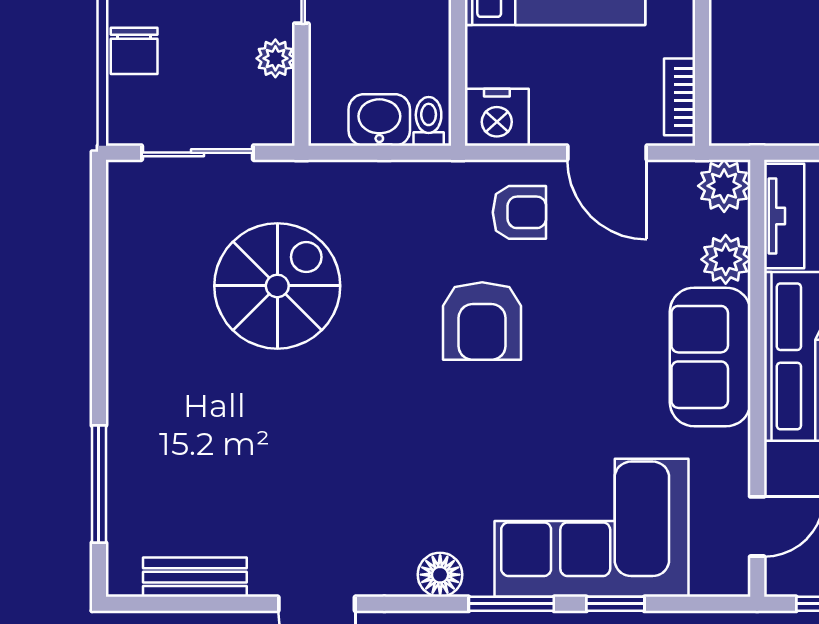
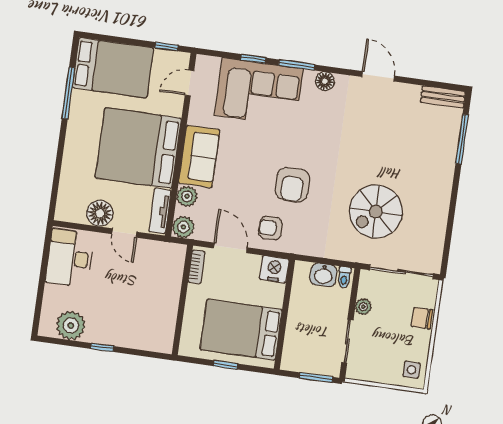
chair: (134, 51) -> (422, 318), turned -90
toilet: (429, 121) -> (344, 277), moved
sliding door: (198, 153) -> (401, 272), width x1.37
armchair: (482, 321) -> (292, 185), turned 180
bench: (195, 577) -> (443, 97), moved

